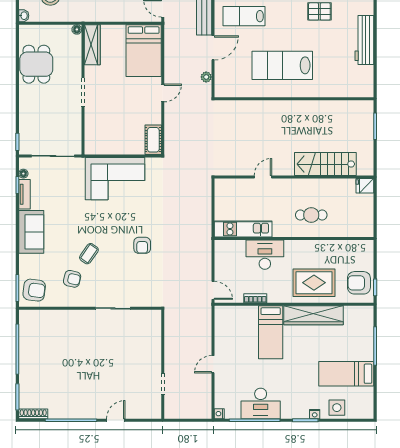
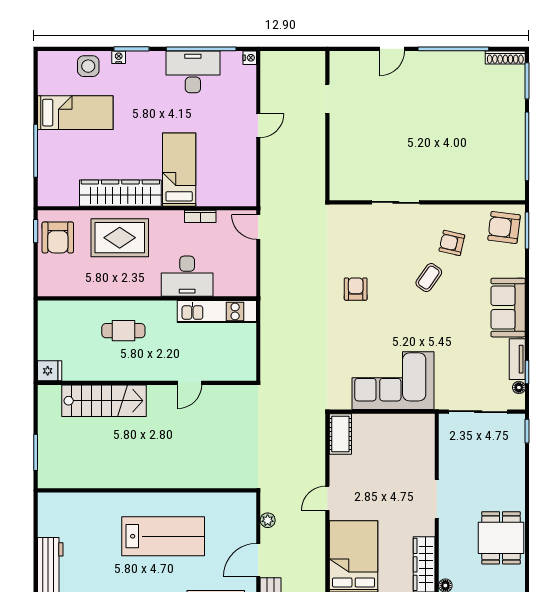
armchair: (359, 283) -> (58, 237), turned 90

